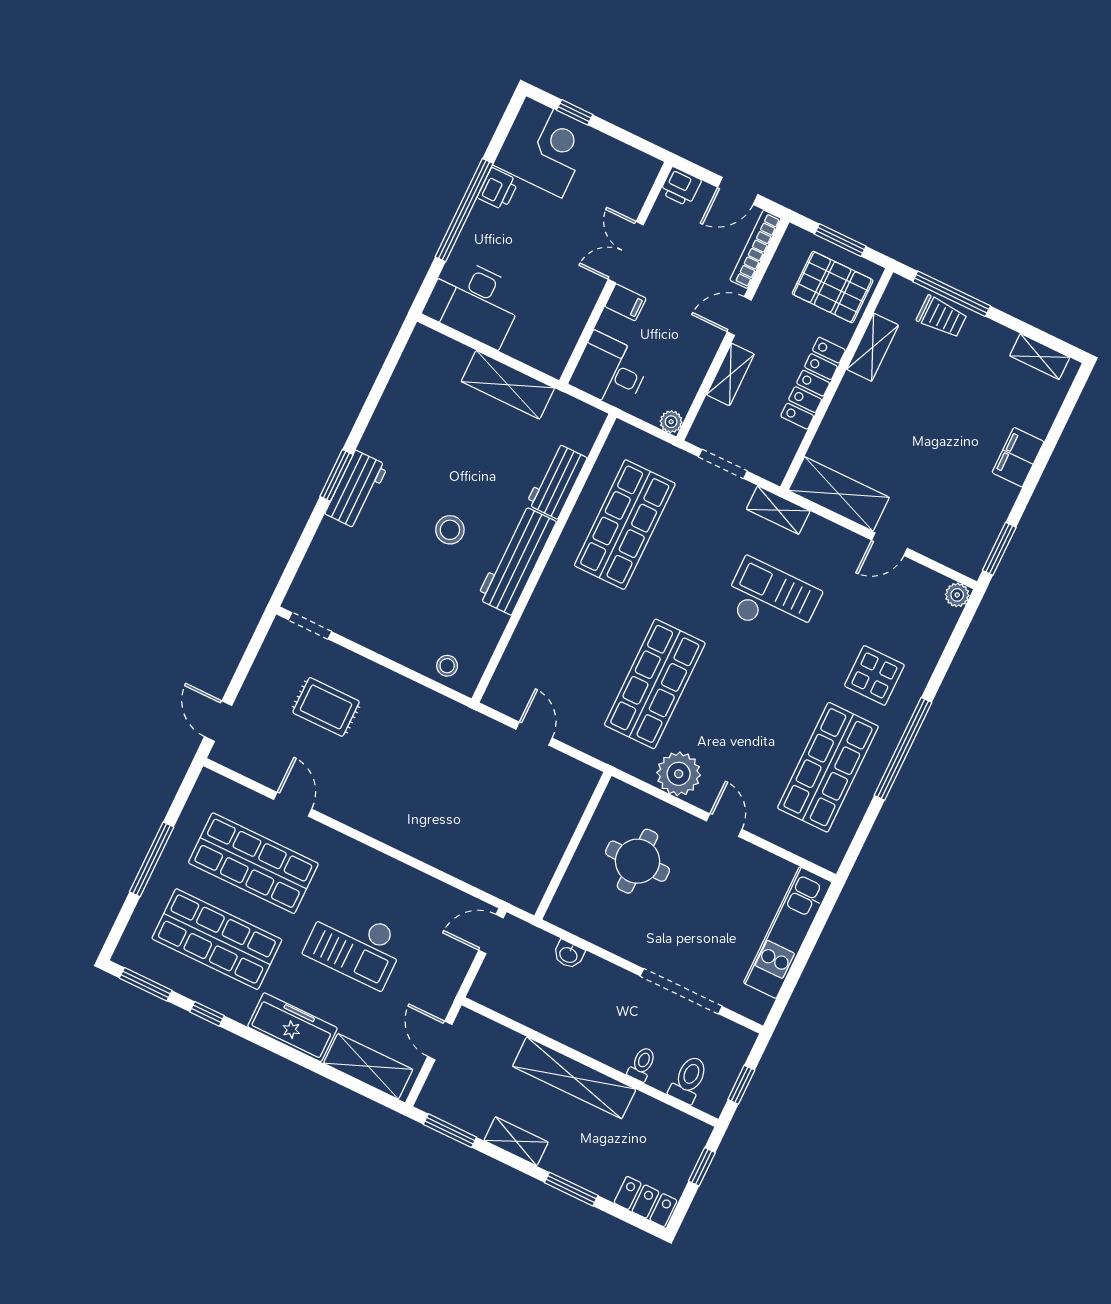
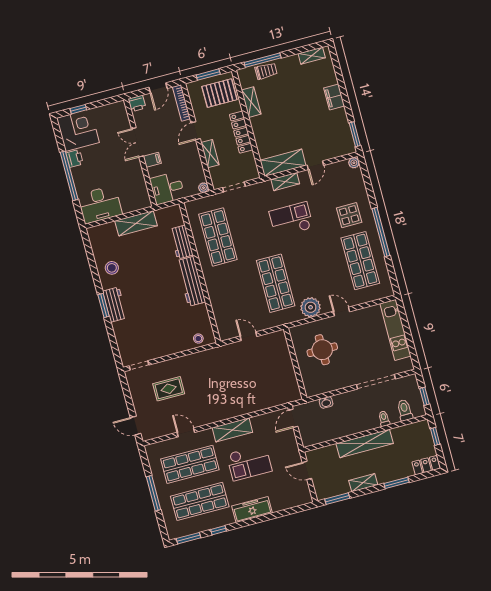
shelving: (778, 510) -> (285, 182), moved
stool: (450, 530) -> (112, 268), moved
shelving: (368, 1066) -> (232, 430), moved

